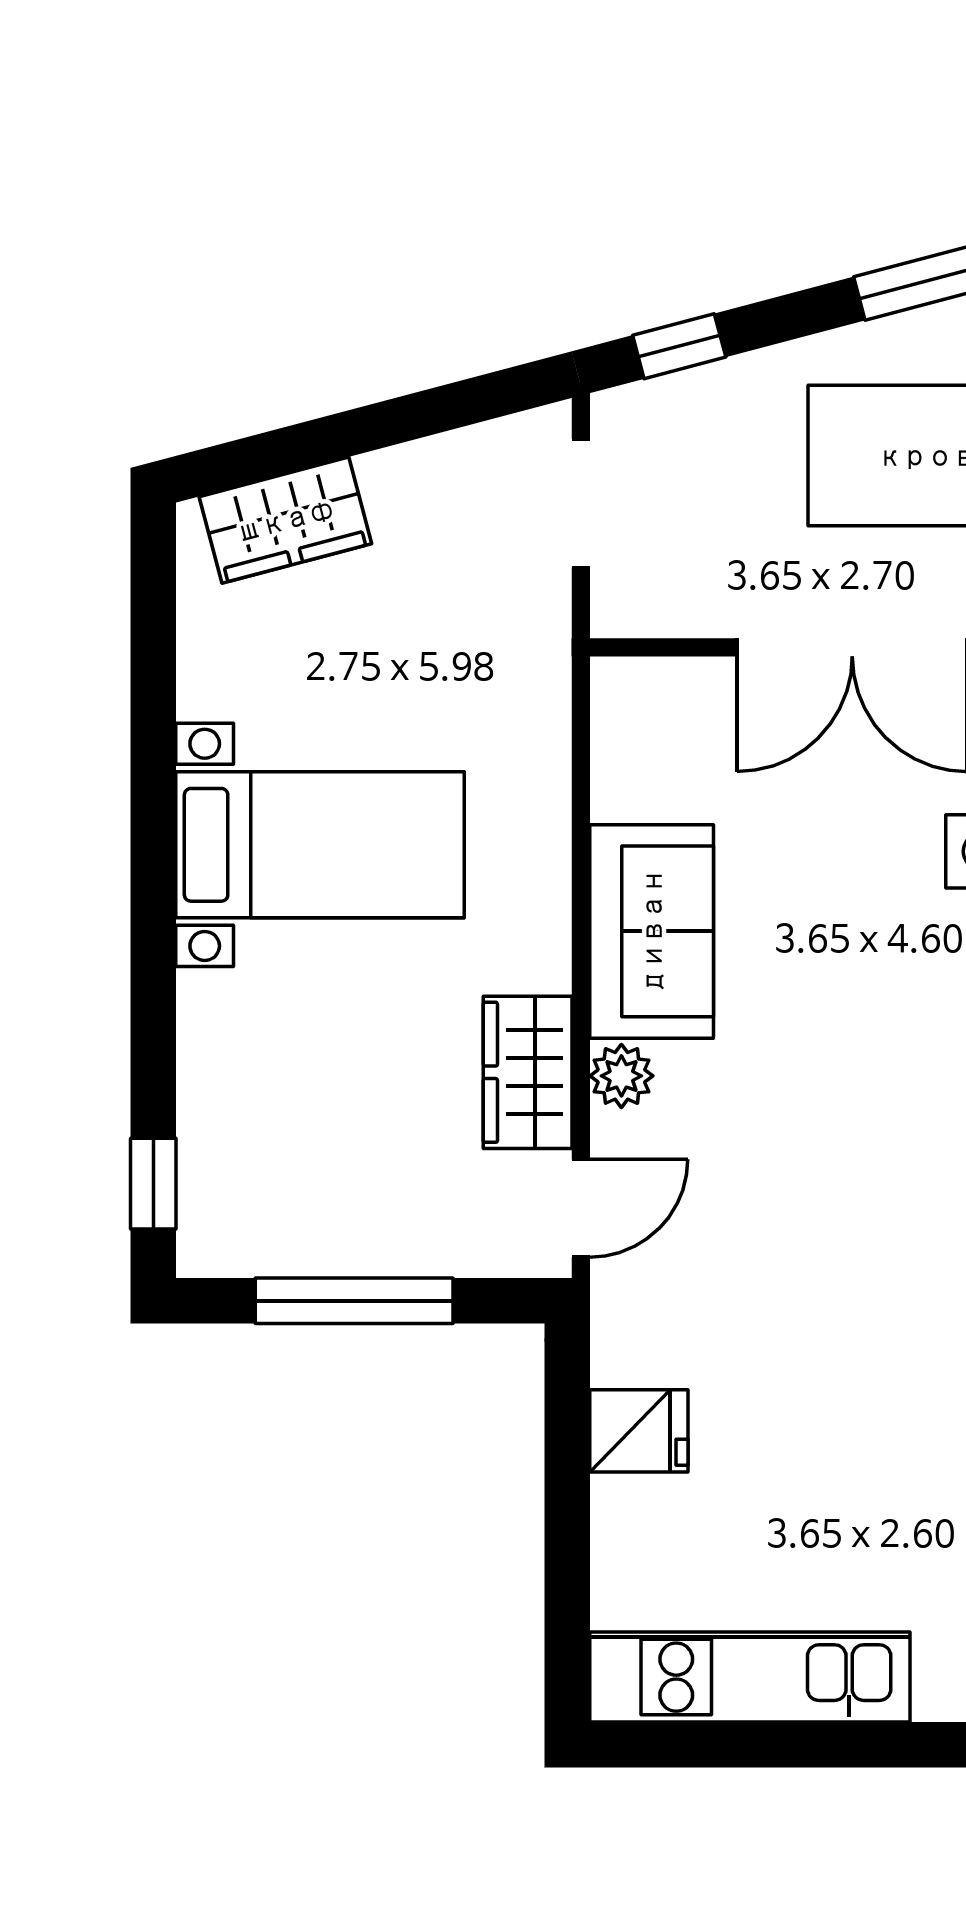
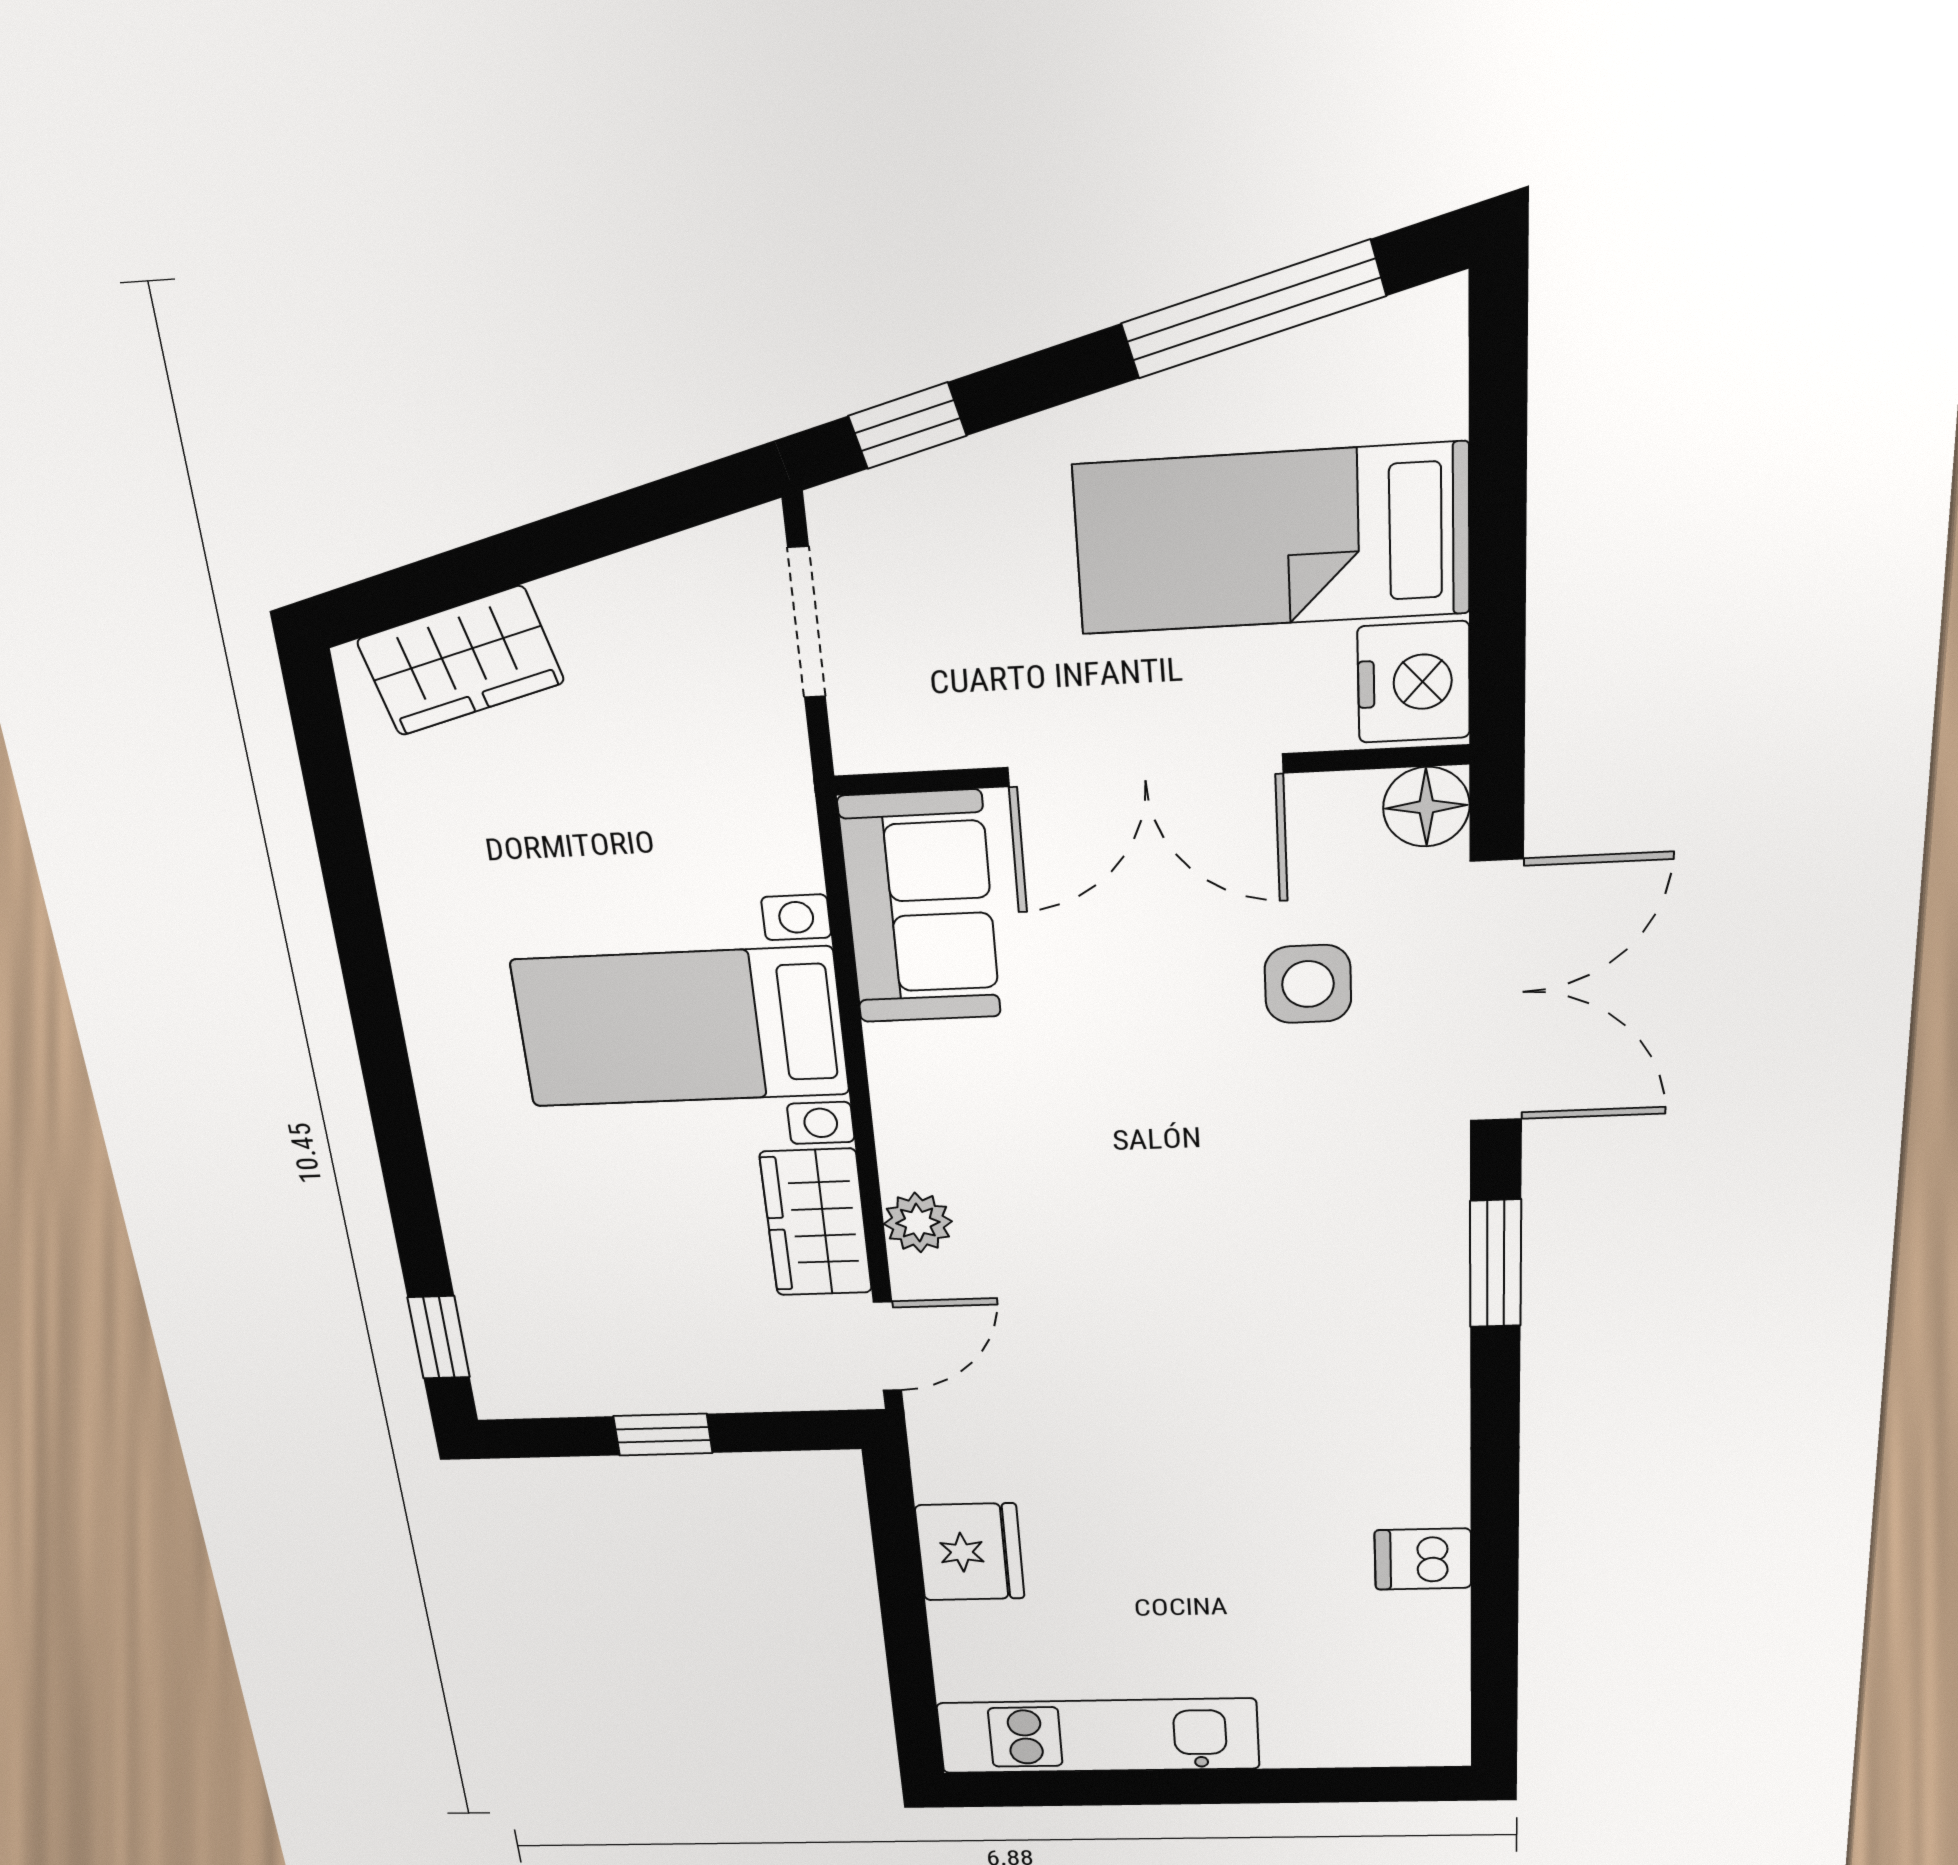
bed with nightstands: (320, 845) -> (680, 1027), moved, turned 180
sofa: (652, 931) -> (920, 908), moved
window: (354, 1301) -> (663, 1435), width x0.46
fridge: (639, 1431) -> (970, 1552), width x1.38

